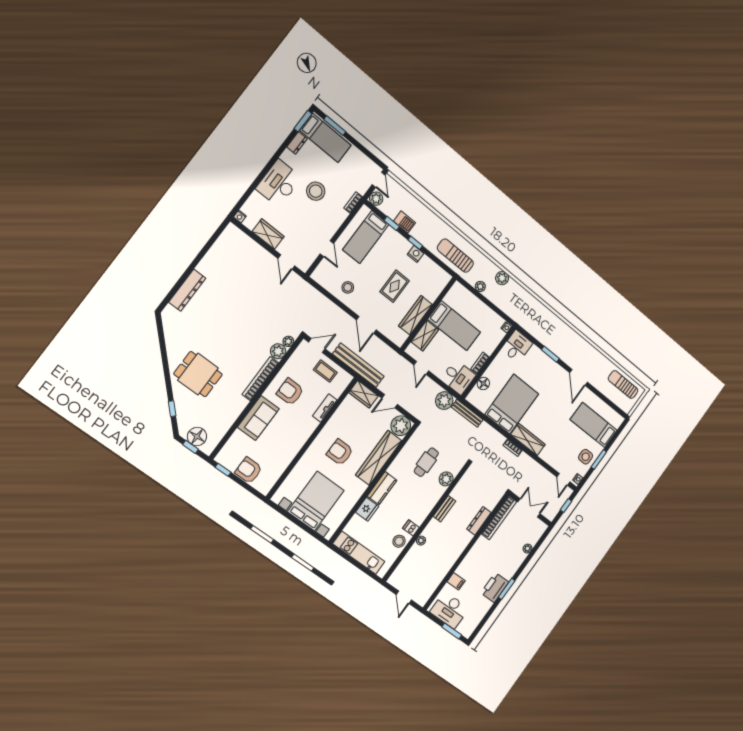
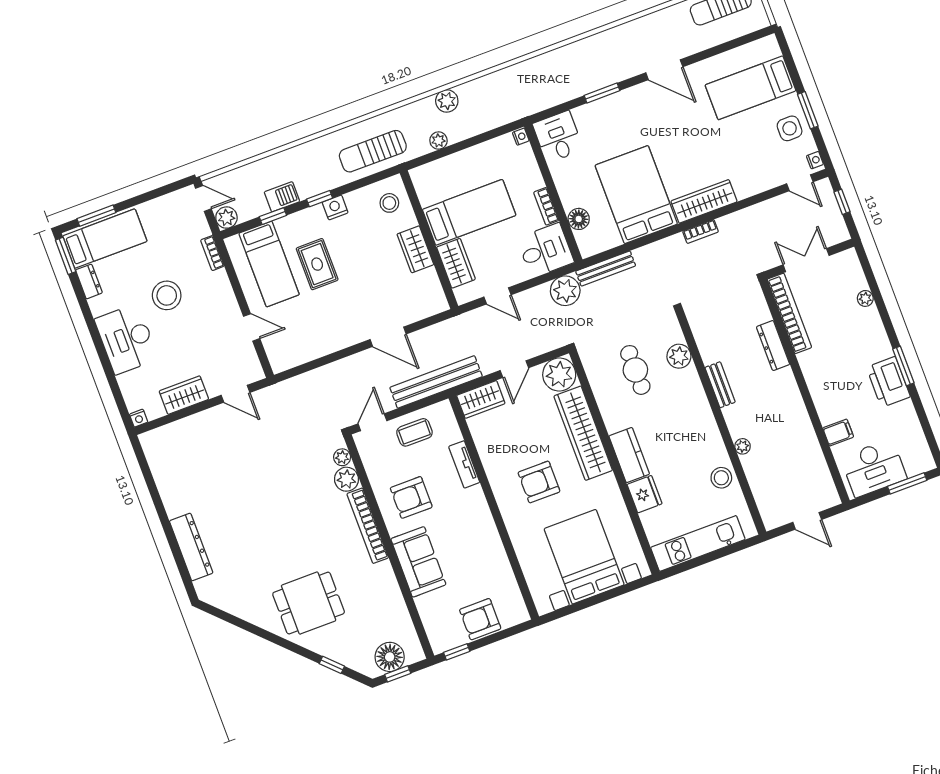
rug: (395, 286) -> (317, 264), moved
stool: (348, 287) -> (389, 203), moved
wardrobe: (416, 315) -> (415, 249), width x0.67
dishwasher: (411, 528) -> (714, 449), removed

